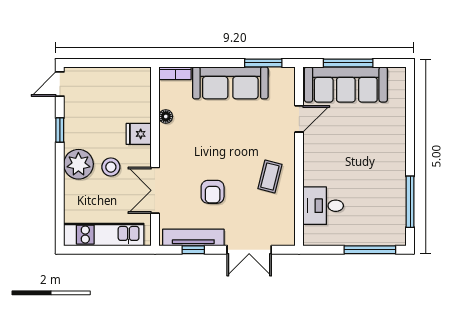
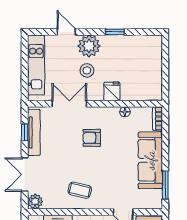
door: (60, 84) -> (66, 32), moved
armchair: (213, 192) -> (92, 138), moved
plant: (285, 236) -> (35, 202), added

